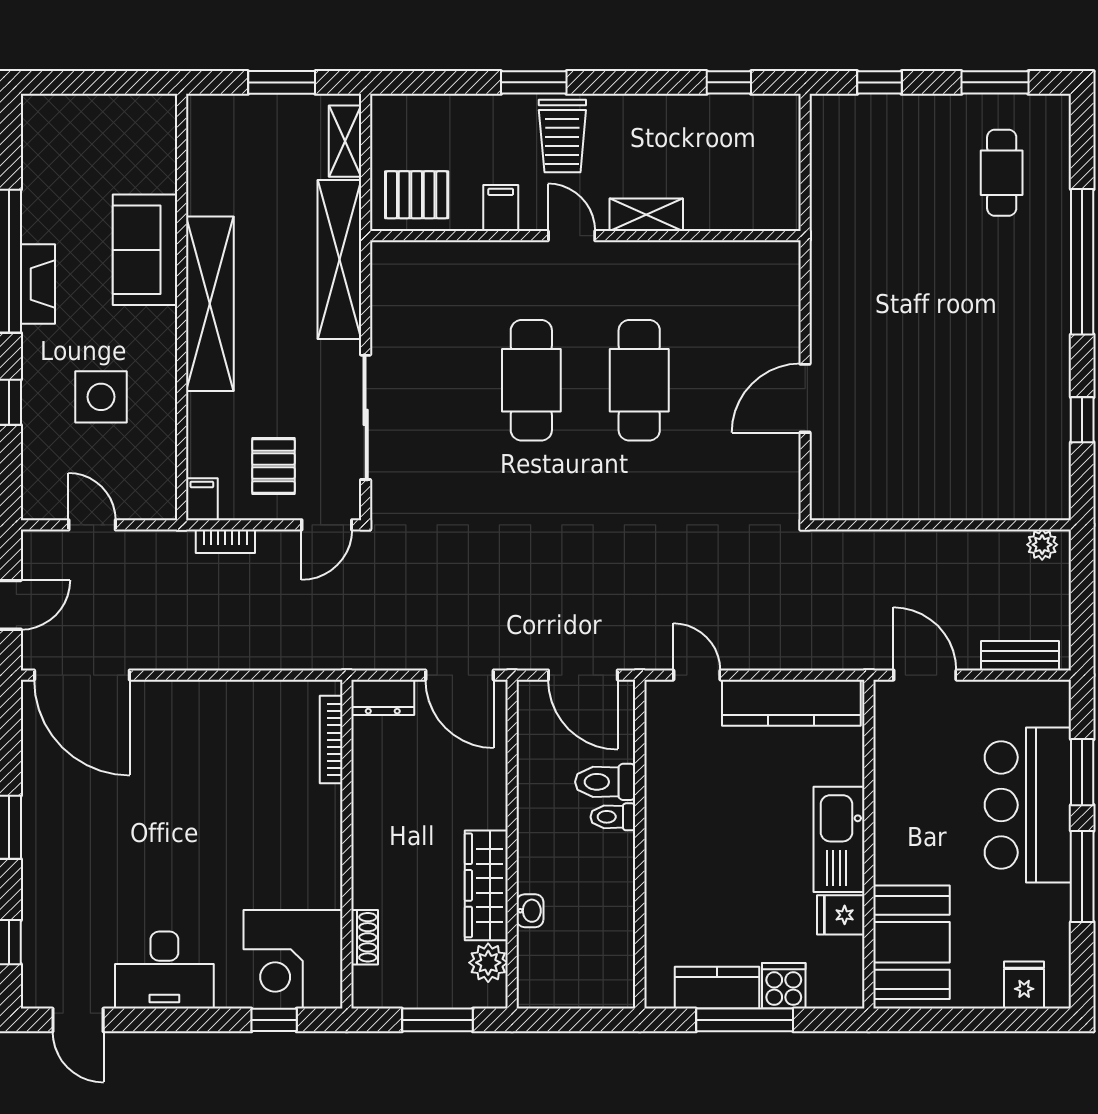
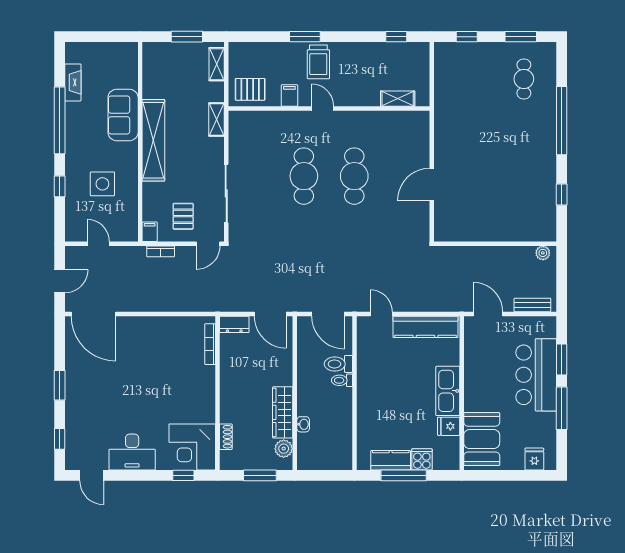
shelving: (646, 215) -> (398, 99), moved
shelving: (339, 259) -> (217, 120), width x0.45, depth x0.75
fireplace: (38, 284) -> (73, 82), moved

